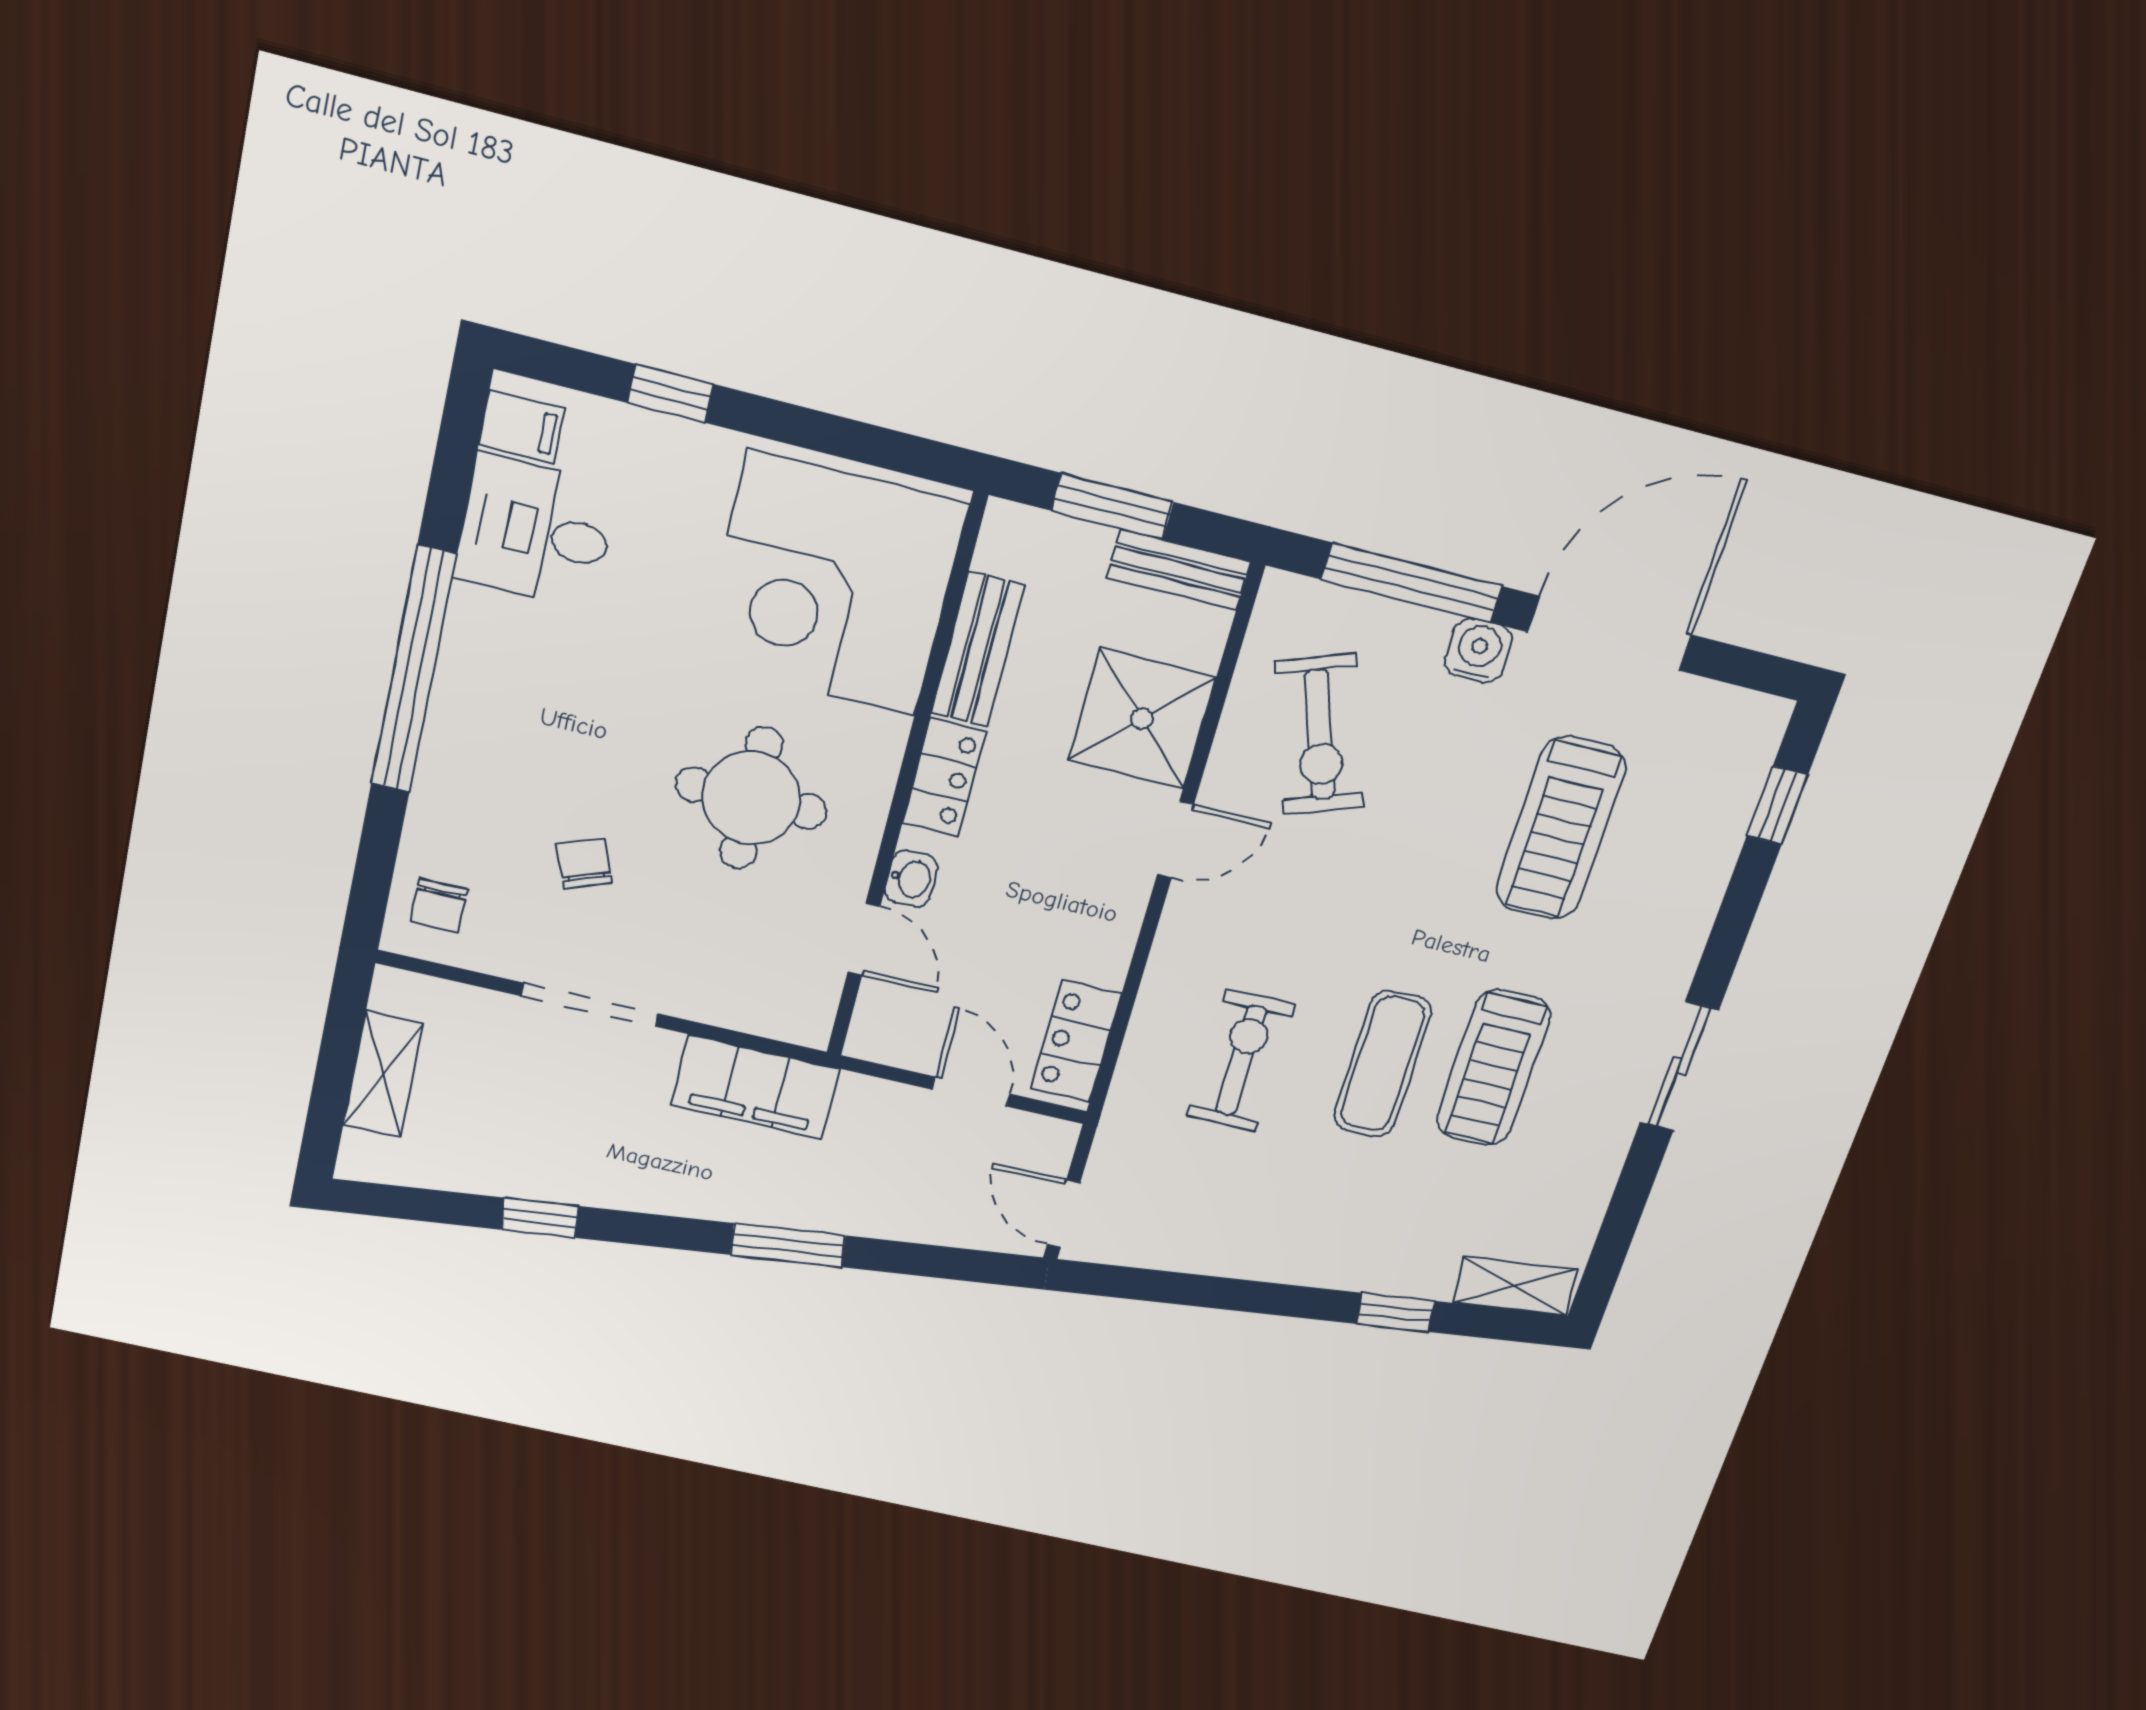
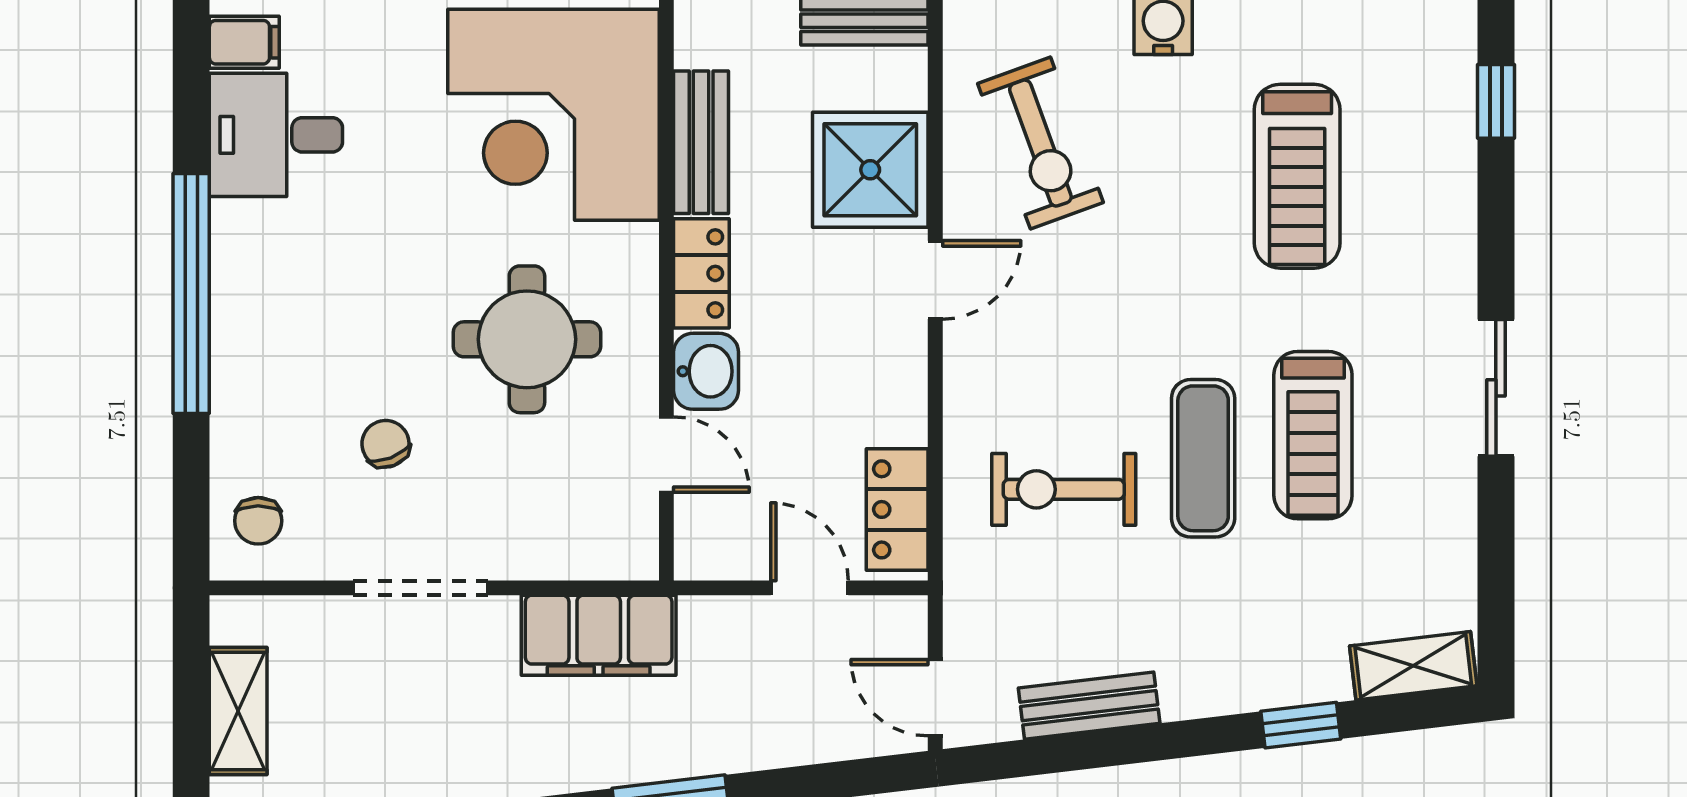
washbasin: (911, 879) -> (706, 371), width x1.38, depth x1.45
exercise bike: (1241, 1061) -> (1064, 489), turned -90
bench: (1206, 1253) -> (1089, 706), added

